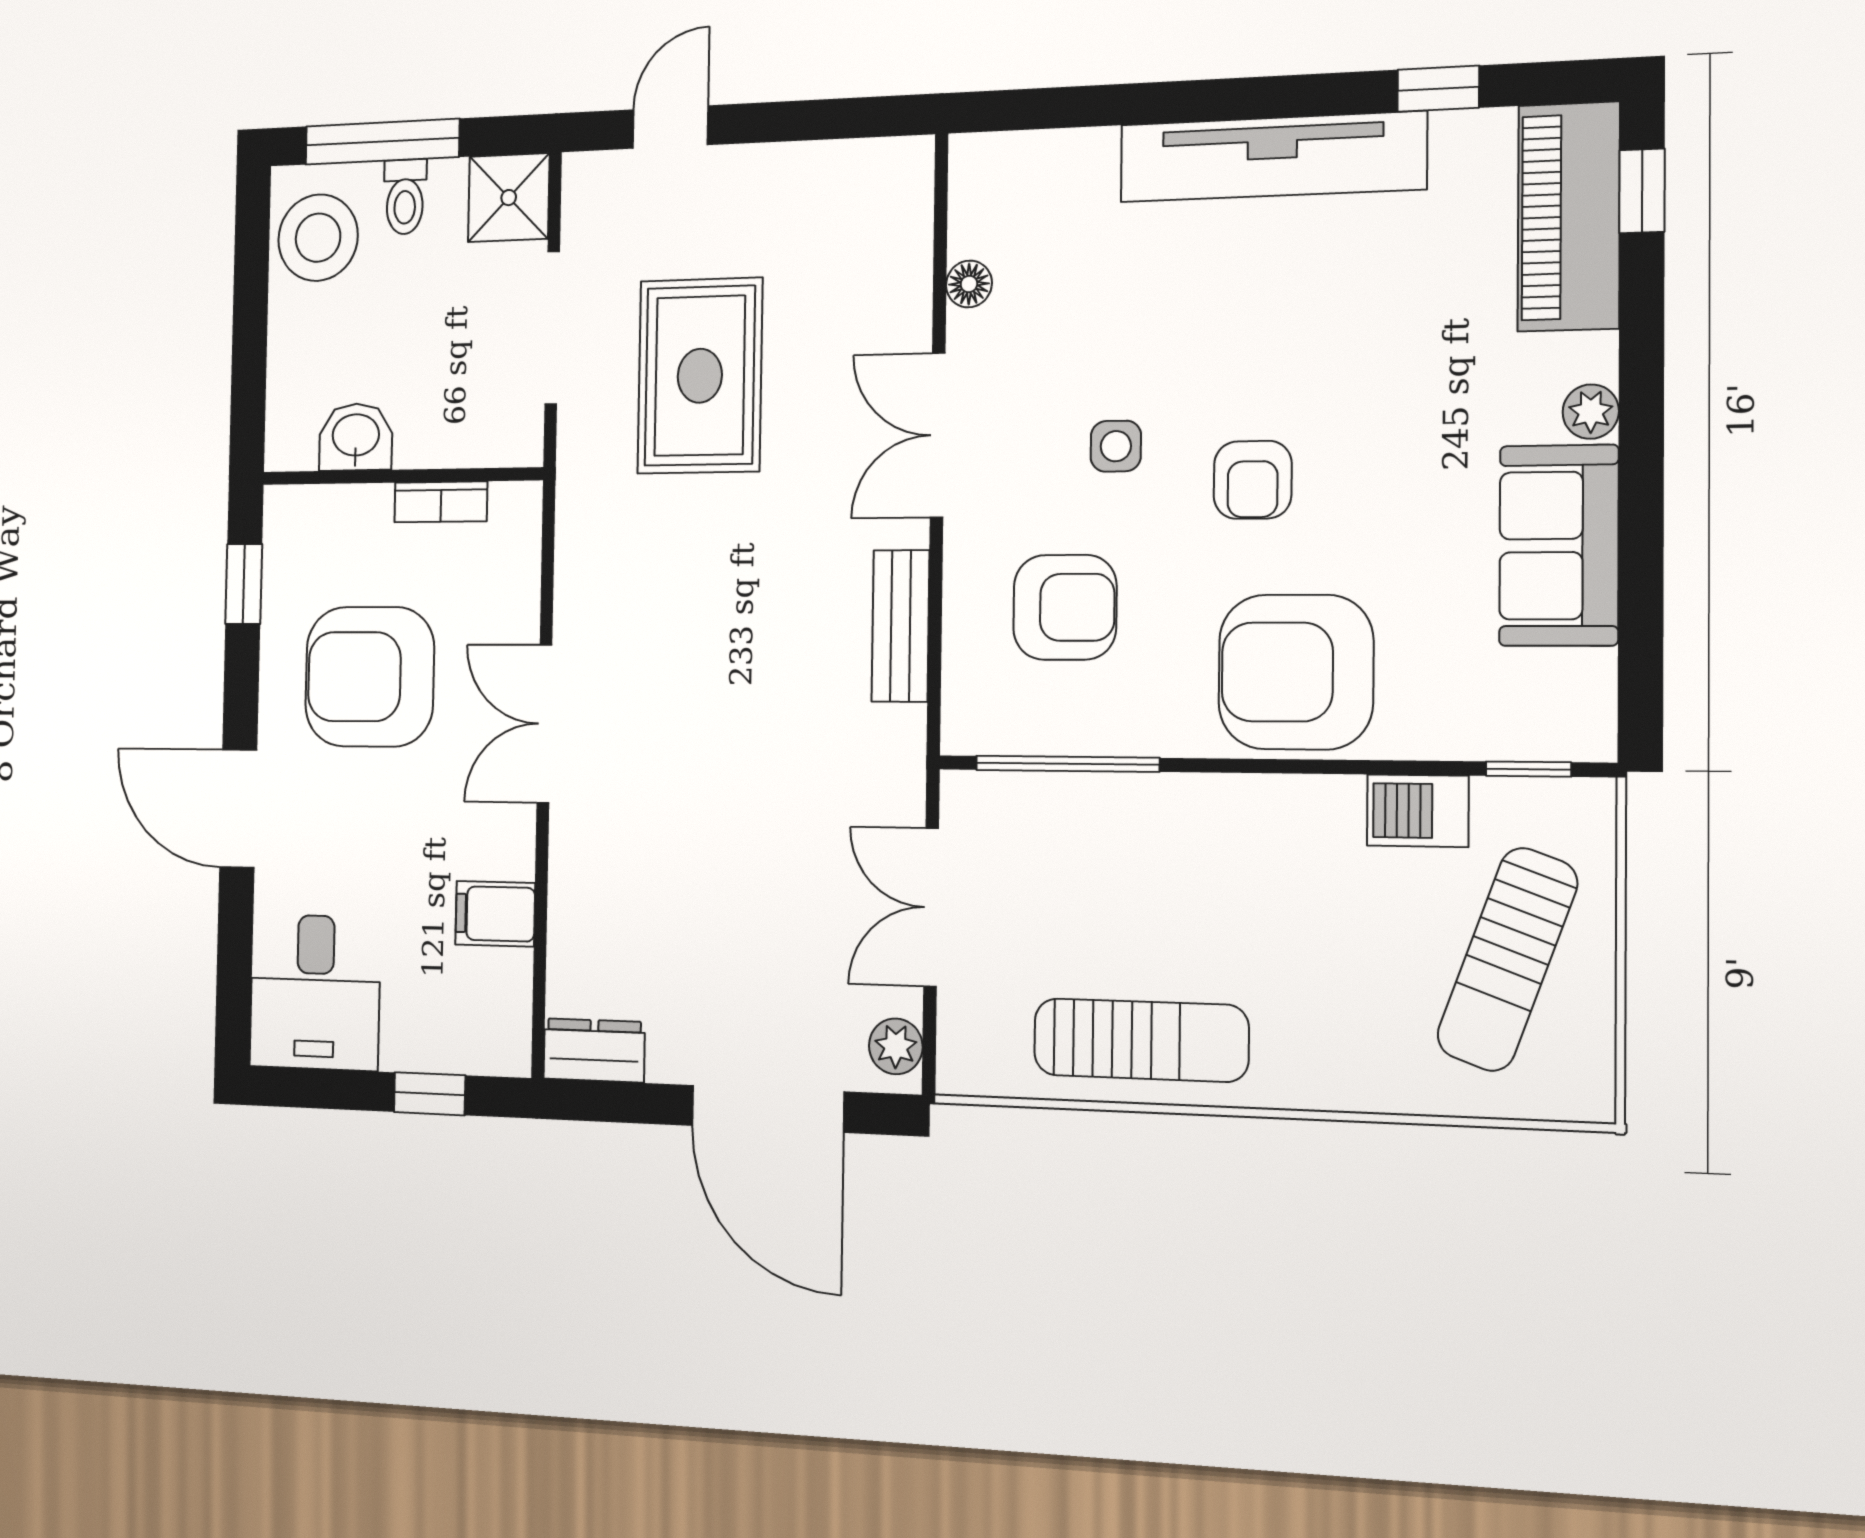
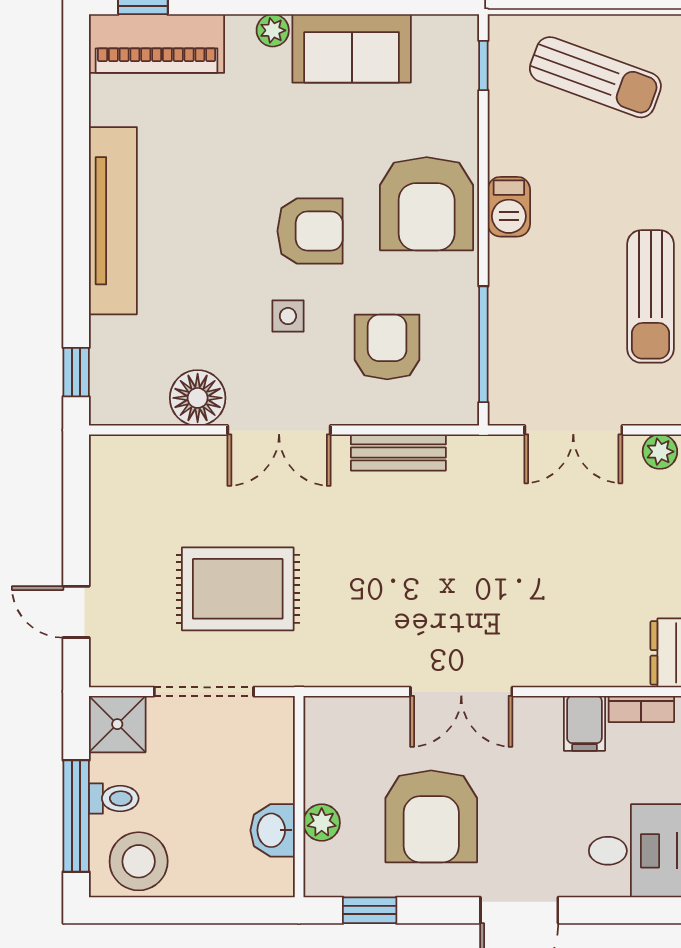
window: (1438, 89) -> (76, 372), moved
floor lamp: (969, 284) -> (198, 398), width x1.89, depth x1.89
armchair: (1253, 480) -> (310, 231), width x1.38, depth x1.38
bookcase: (441, 502) -> (641, 709), moved, turned 90
plant: (365, 511) -> (322, 823), added
barbecue: (1418, 811) -> (509, 207), moved
sun lounger: (1141, 1040) -> (651, 296), turned 180

